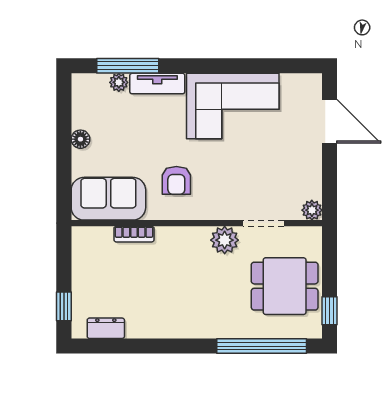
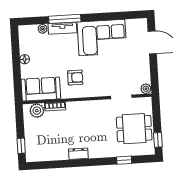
window: (128, 66) -> (65, 19), moved
armchair: (176, 180) -> (75, 78), turned -90
plant: (225, 240) -> (37, 111), moved
dresser: (106, 328) -> (78, 154), moved
window: (262, 346) -> (124, 160), width x0.32

